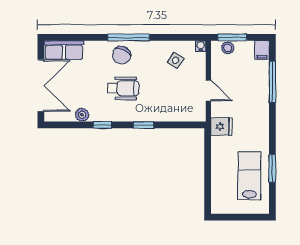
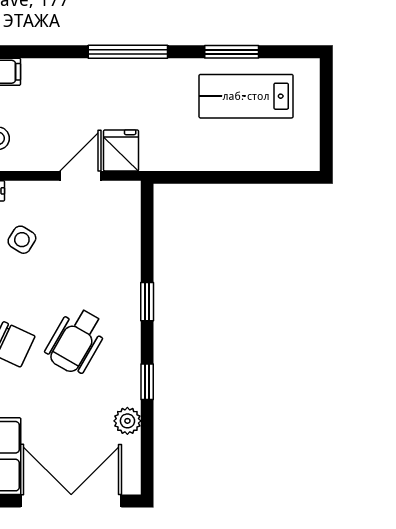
window: (272, 82) -> (128, 52), moved
wheelchair: (123, 88) -> (76, 341), turned -150
fridge: (221, 127) -> (121, 150), moved

